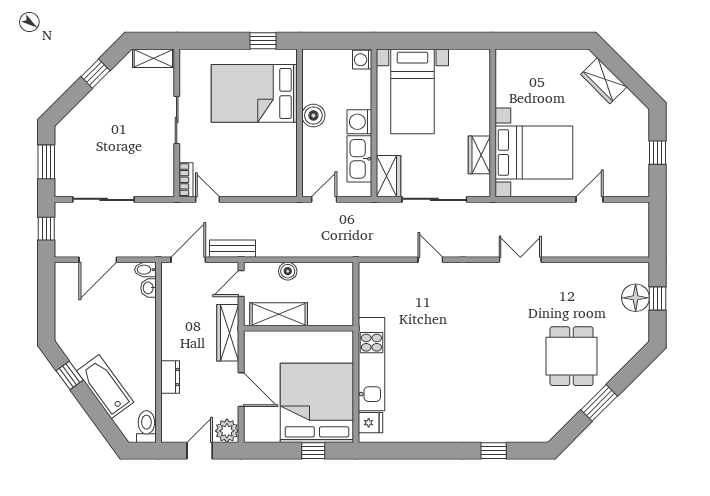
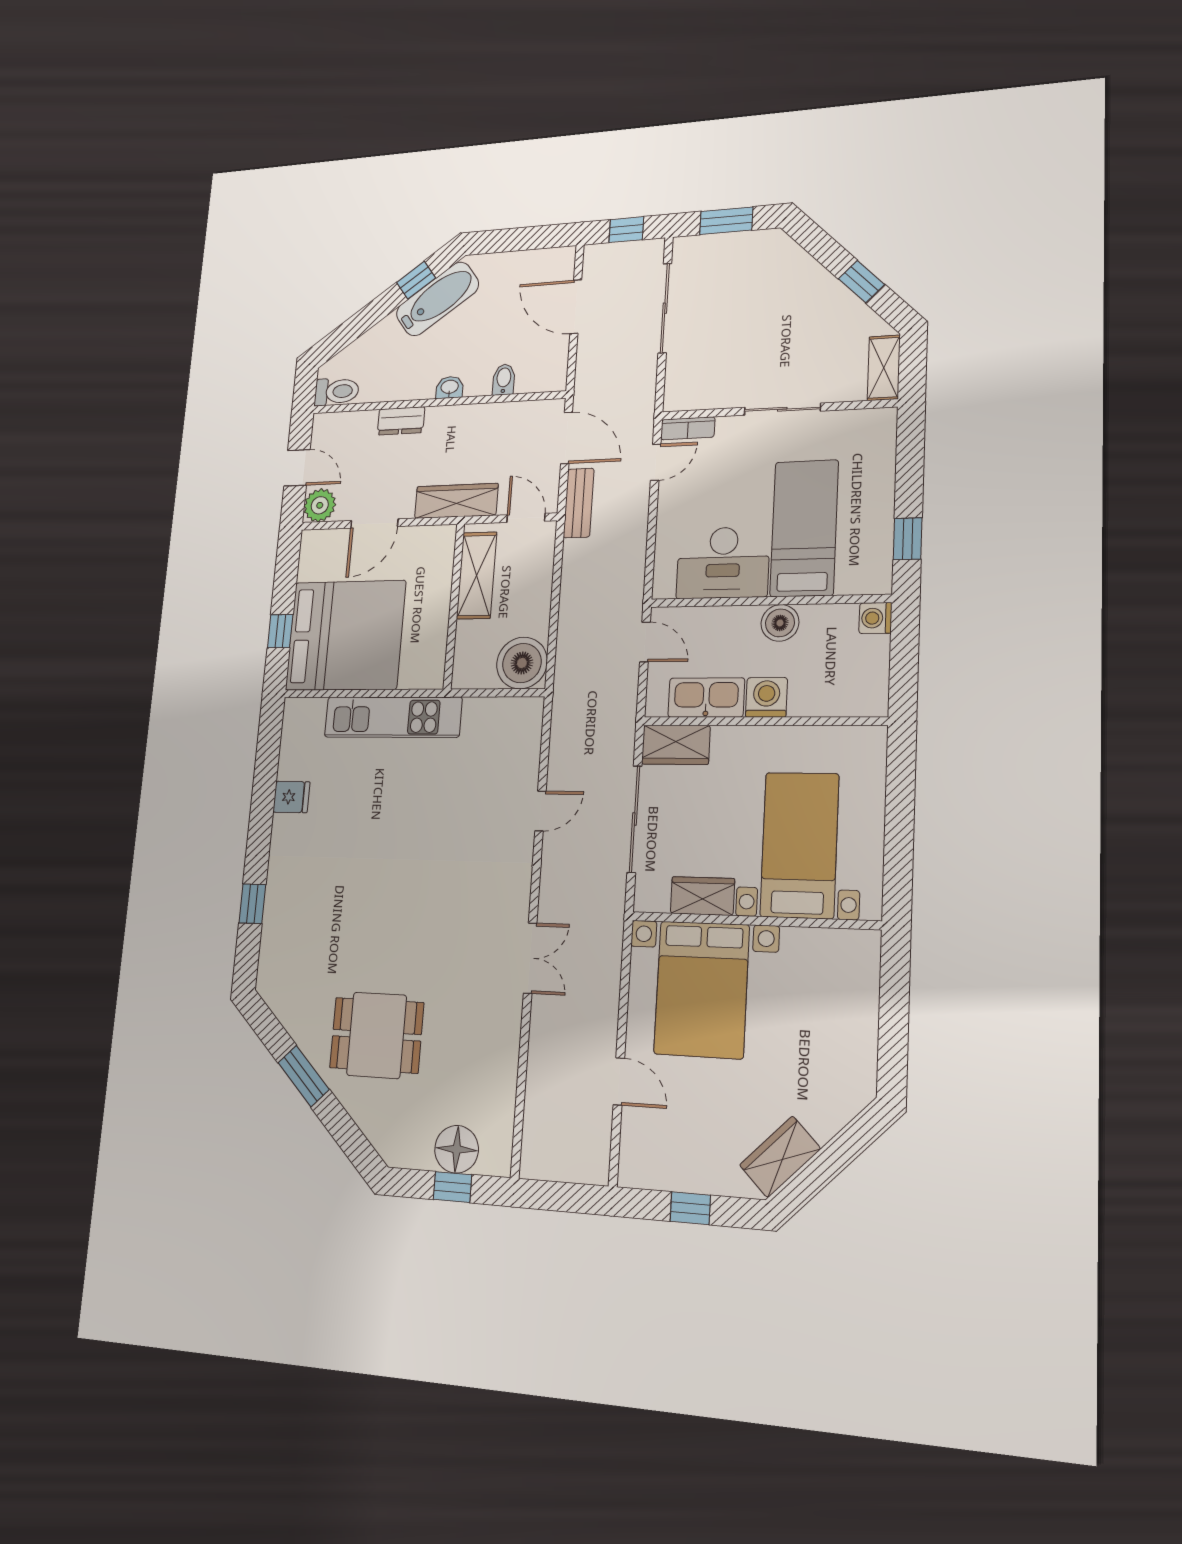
washing machine: (362, 60) -> (875, 618), moved, turned -90
wardrobe: (604, 81) -> (780, 1157), moved
bed with nightstands: (412, 91) -> (799, 845), moved, turned 90
bed: (254, 93) -> (804, 528), width x0.67
desk: (275, 153) -> (723, 563), added
bidet: (145, 270) -> (504, 380), moved
boiler: (288, 271) -> (522, 663), moved, width x1.86, depth x1.86
washbasin: (149, 288) -> (450, 387), moved
bathtub: (105, 387) -> (437, 299), moved
fridge: (370, 423) -> (291, 797), moved, turned -90

